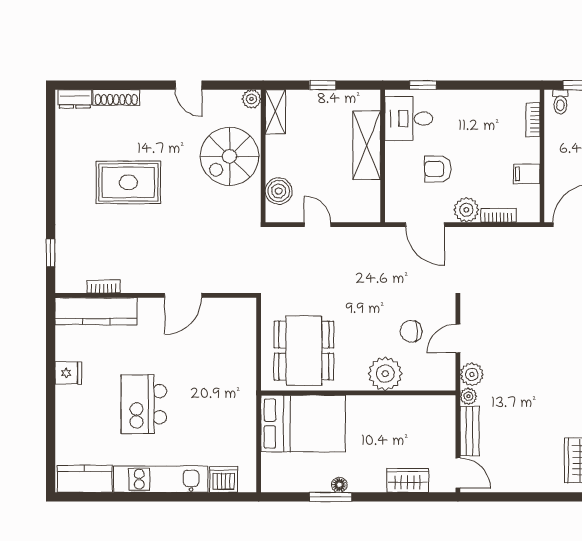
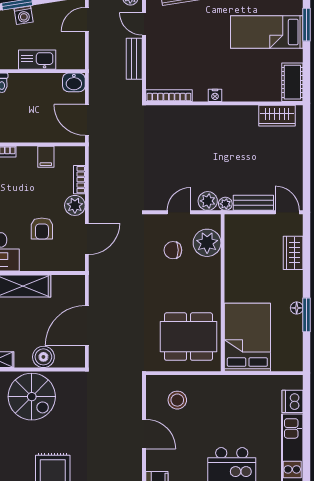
boiler: (279, 191) -> (43, 357), moved
door: (318, 225) -> (87, 326), width x1.87
chair: (411, 331) -> (173, 250), turned 90
stool: (225, 337) -> (177, 400), added
door: (458, 339) -> (179, 212), swing flipped
plant: (385, 374) -> (207, 243), moved
door: (458, 473) -> (287, 212), hinge flipped

